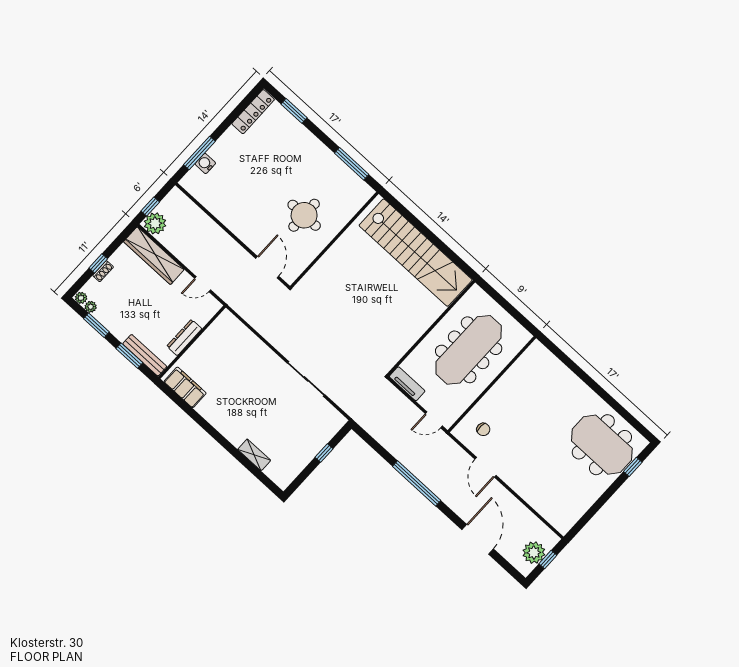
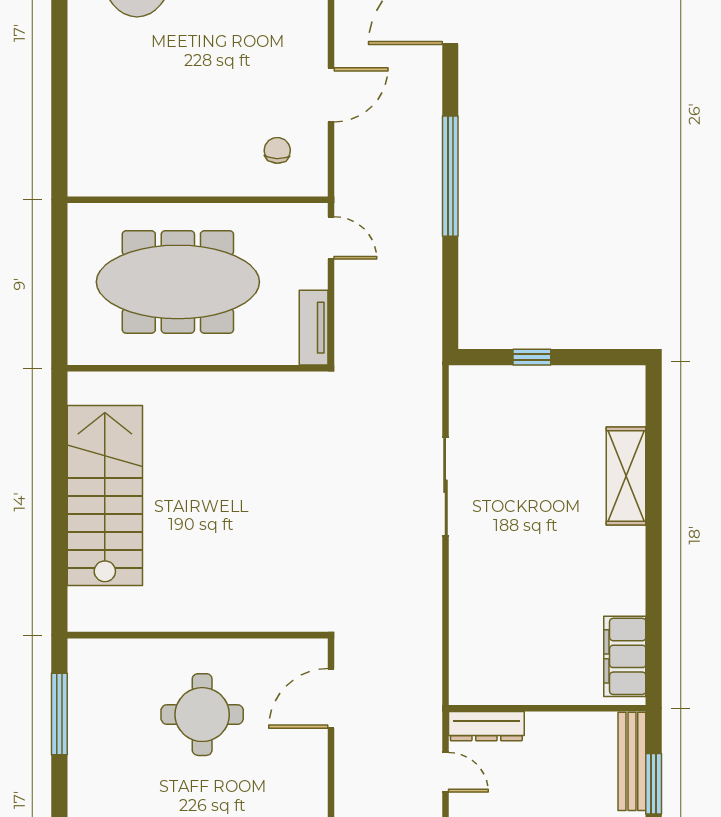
stairs: (416, 253) -> (105, 496), width x0.73
dresser: (184, 337) -> (486, 726), moved
shelving: (254, 455) -> (626, 476), width x1.50, depth x1.33

